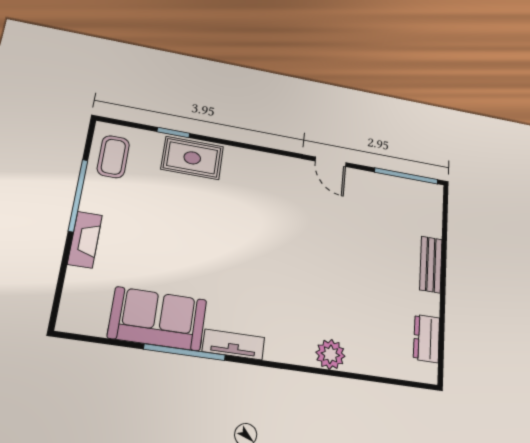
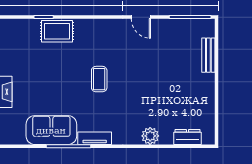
coffee table: (113, 157) -> (99, 79), moved
bench: (431, 264) -> (208, 55), moved
dresser: (427, 338) -> (187, 137), moved, turned 90

